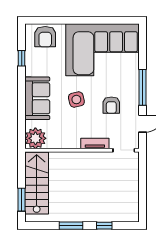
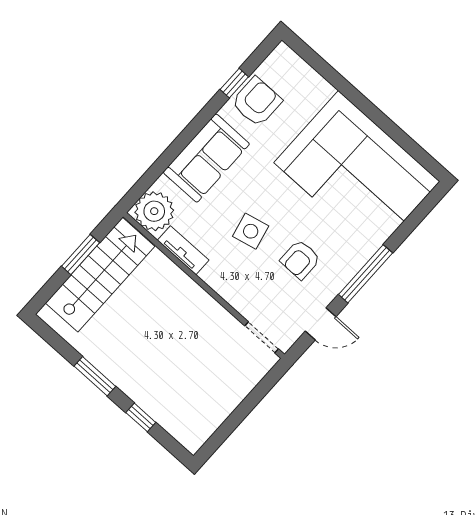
armchair: (45, 37) -> (257, 102), moved, turned 180
side table: (76, 100) -> (251, 231), moved
tv unit: (95, 144) -> (183, 250), moved
window: (22, 200) -> (81, 254), moved

